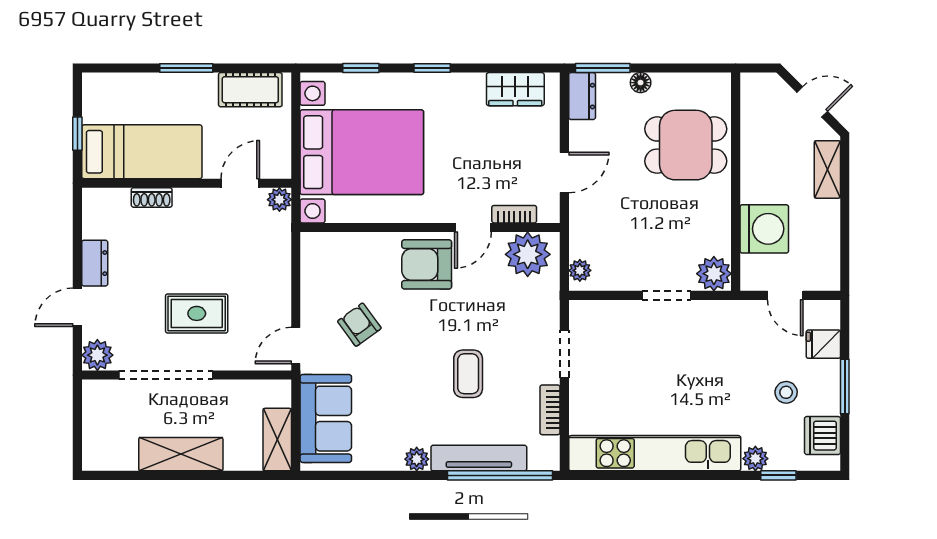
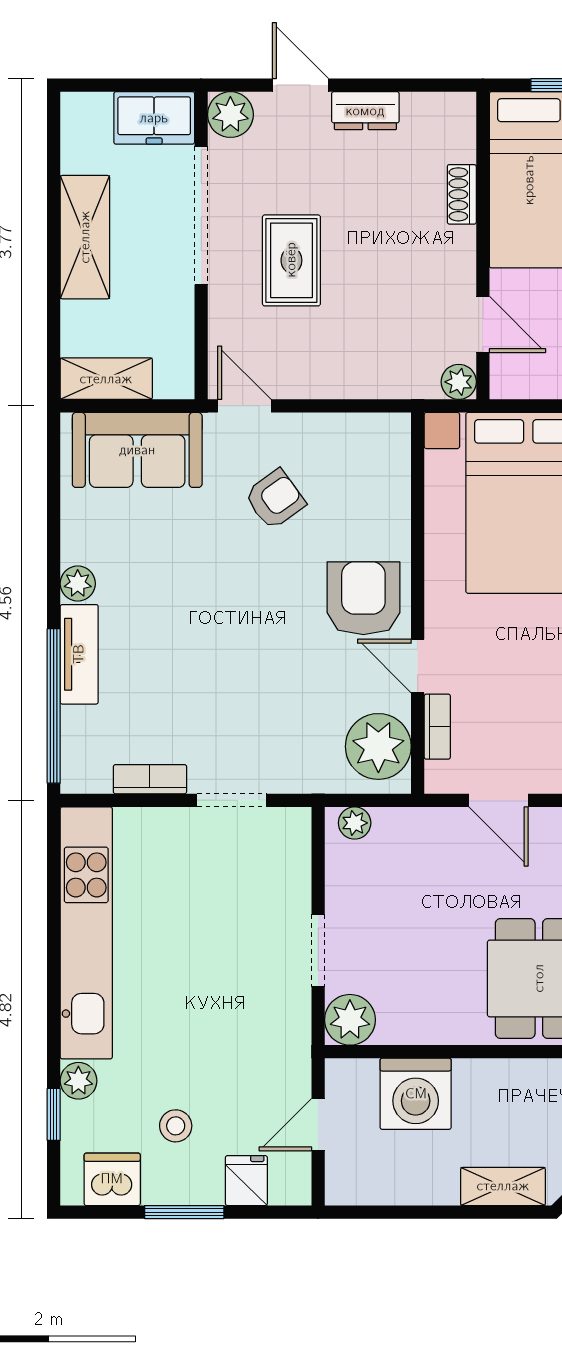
coffee table: (468, 374) -> (203, 659), removed
freezer: (100, 407) -> (154, 118), added
tv unit: (479, 458) -> (79, 654), width x0.71

